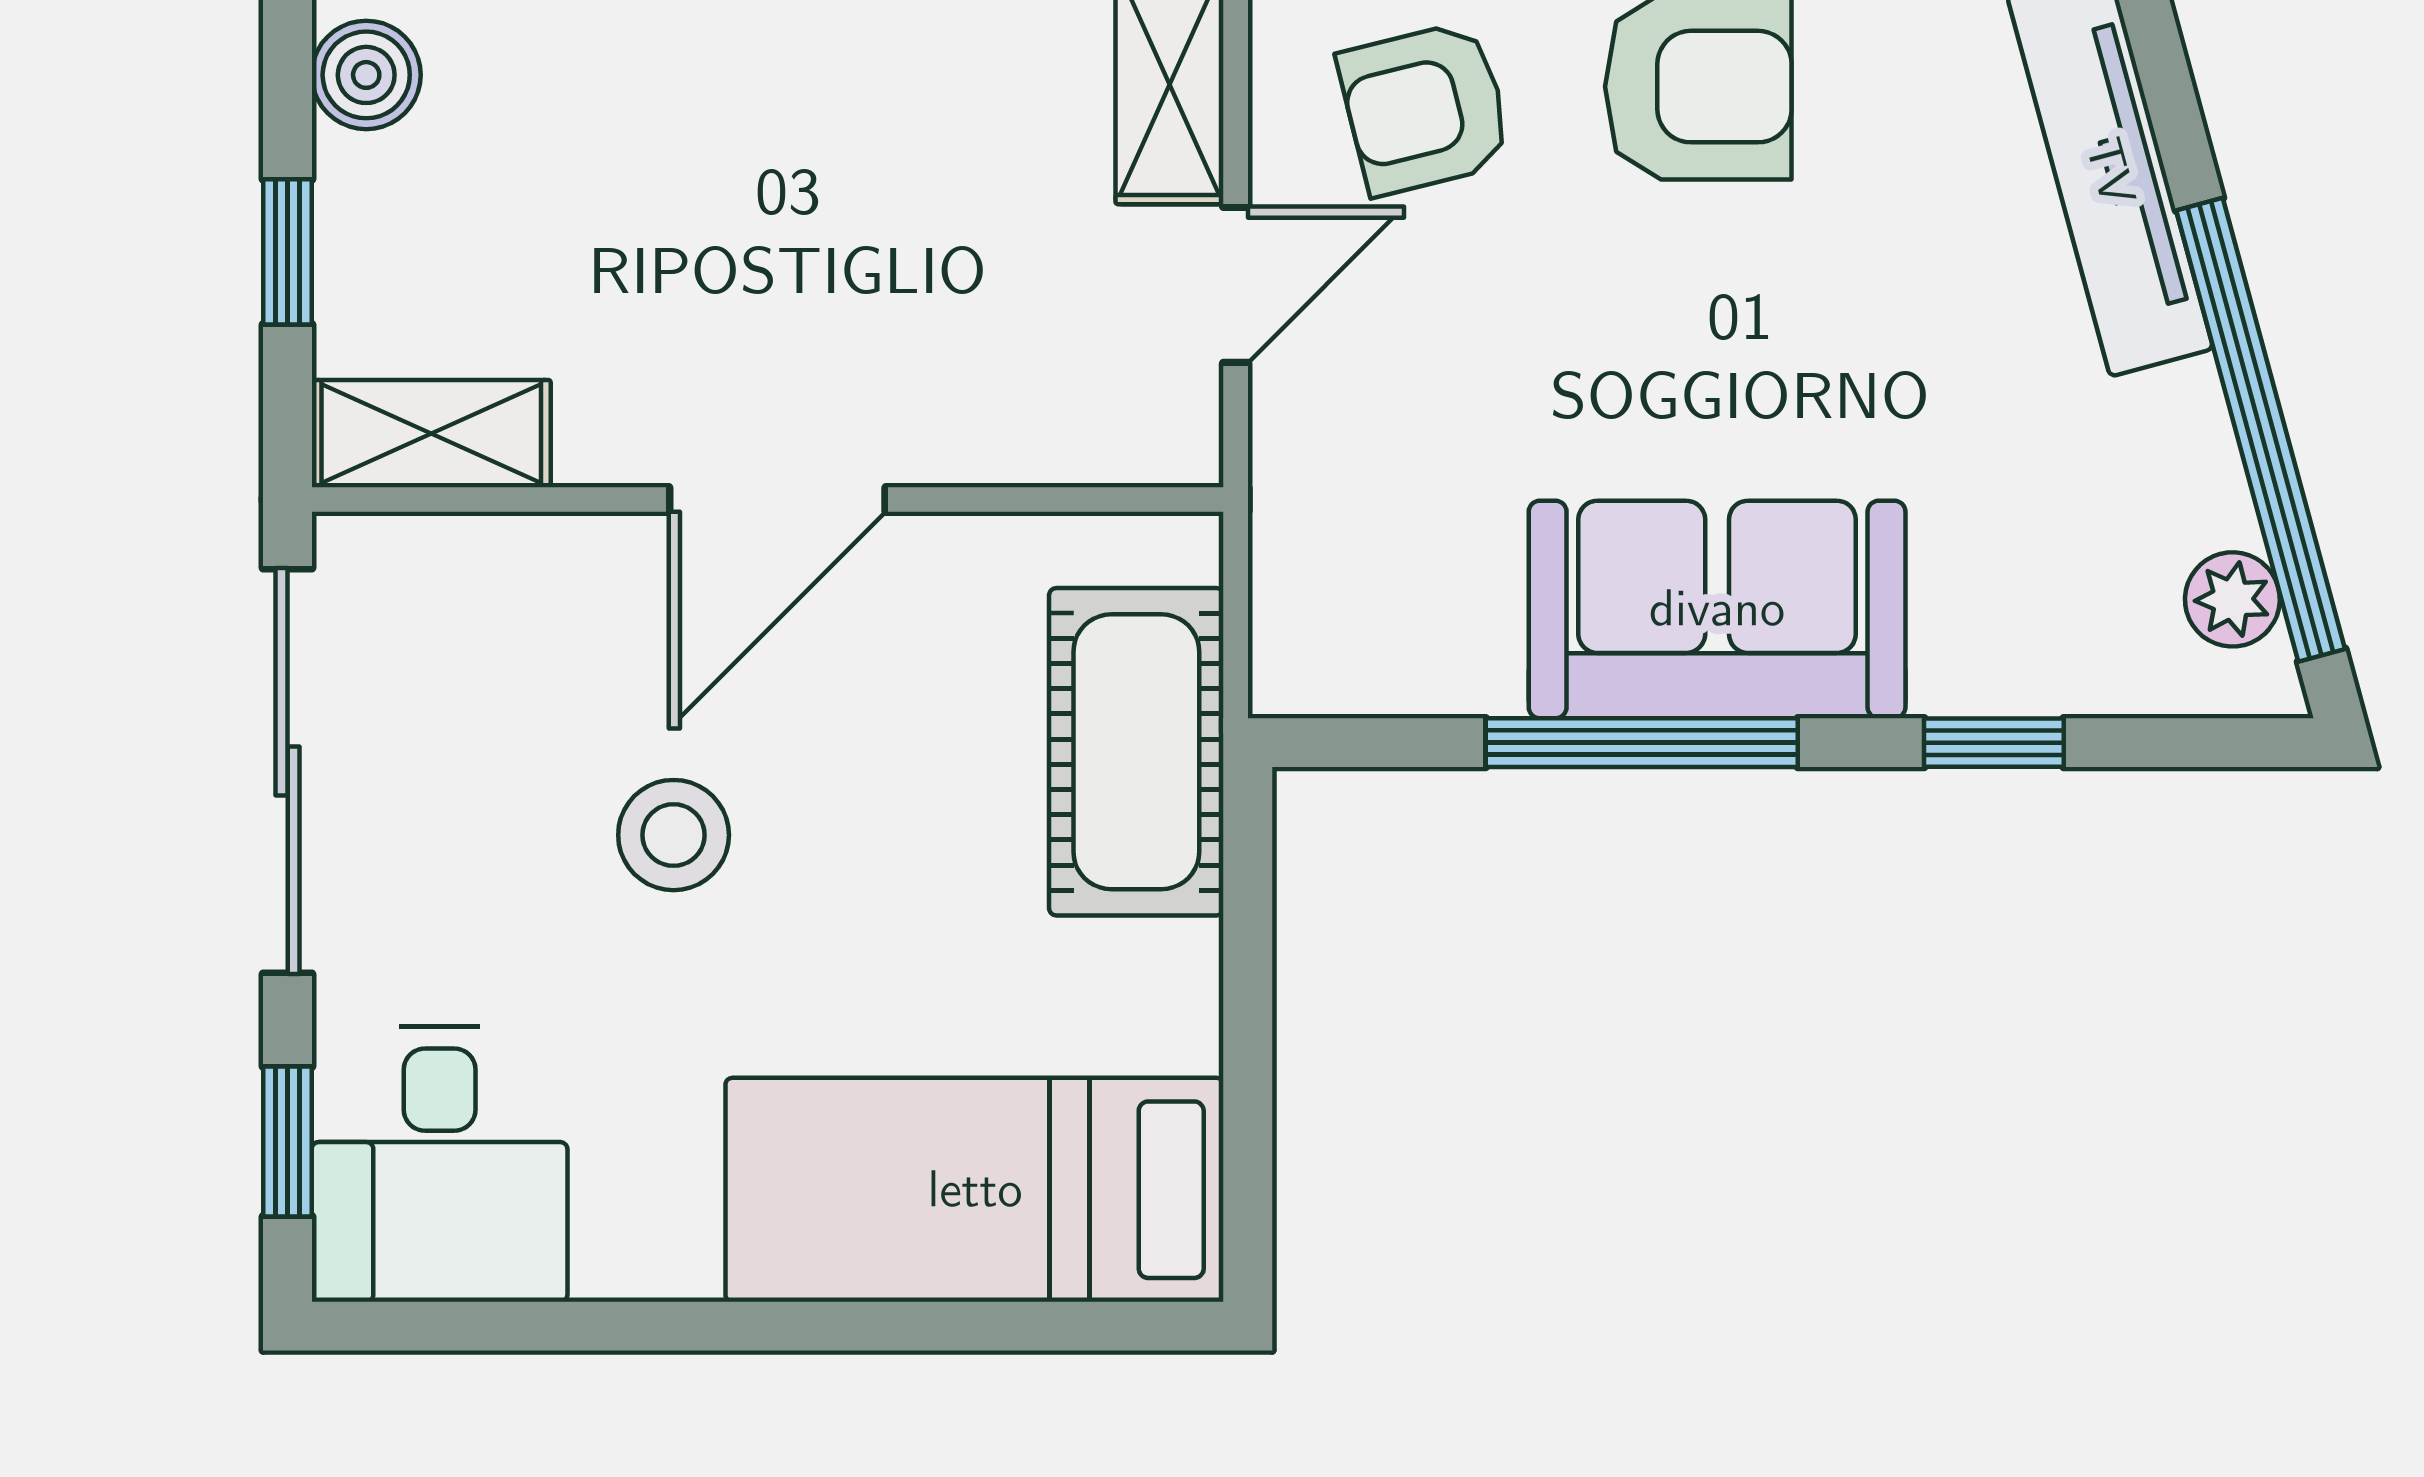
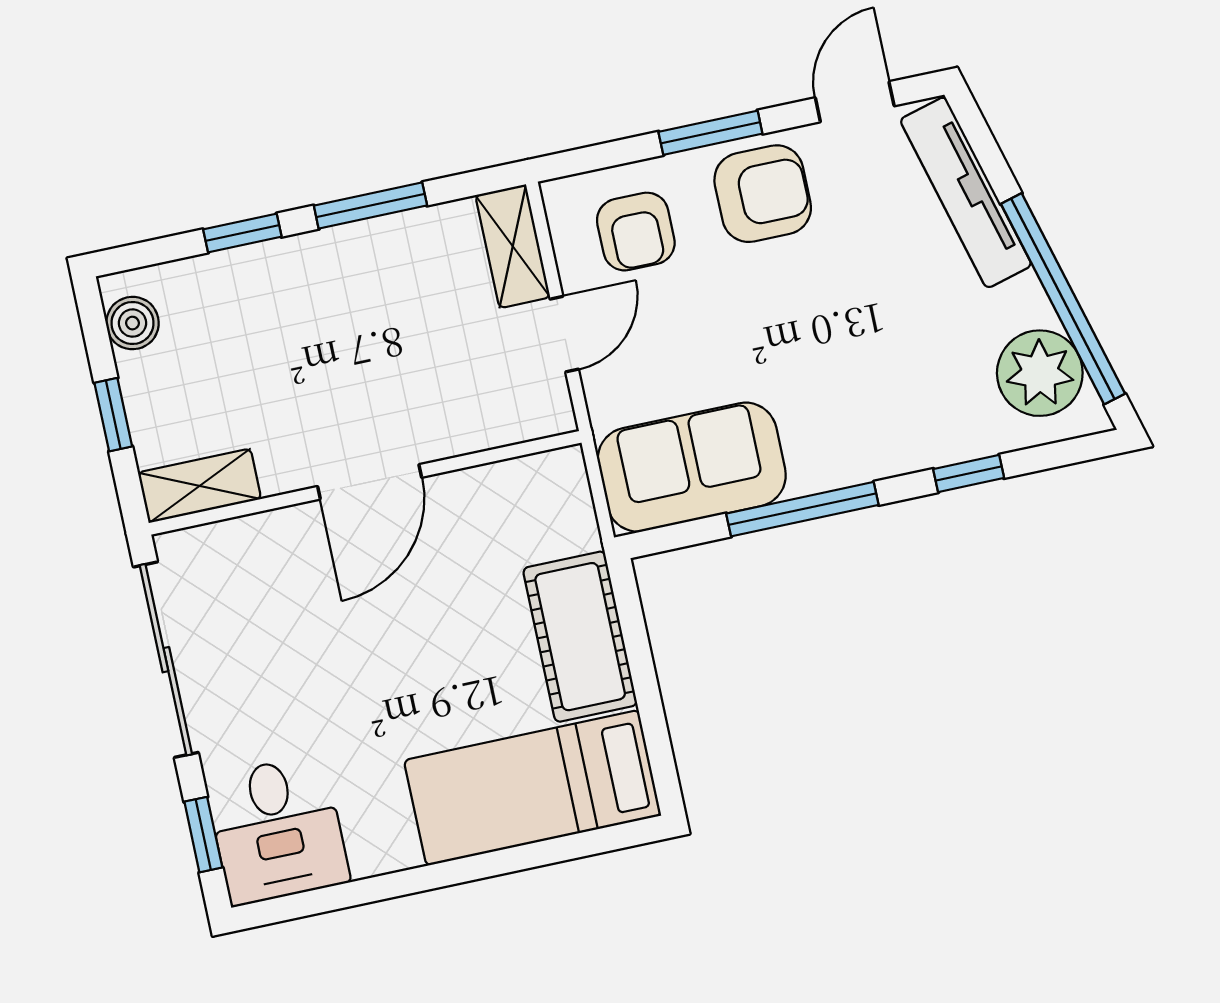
armchair: (1425, 108) -> (636, 232), turned -76
plant: (2232, 599) -> (1040, 373), width x1.87, depth x1.87
sofa: (1717, 609) -> (692, 467), moved
cot: (1136, 752) -> (580, 637), moved
stool: (674, 835) -> (355, 651), removed

